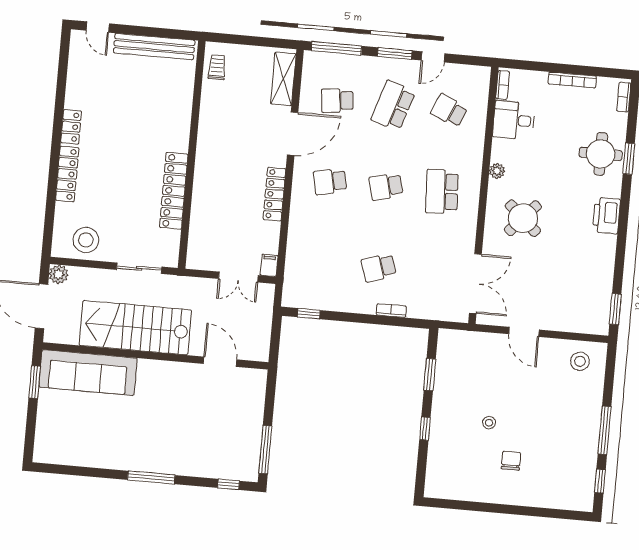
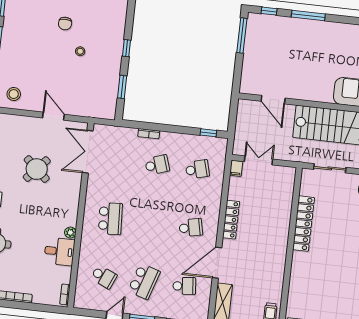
desk: (514, 120) -> (59, 251), moved
school desk: (386, 187) -> (197, 169), moved
round table: (523, 218) -> (37, 169), moved
window: (151, 477) -> (308, 15), moved

